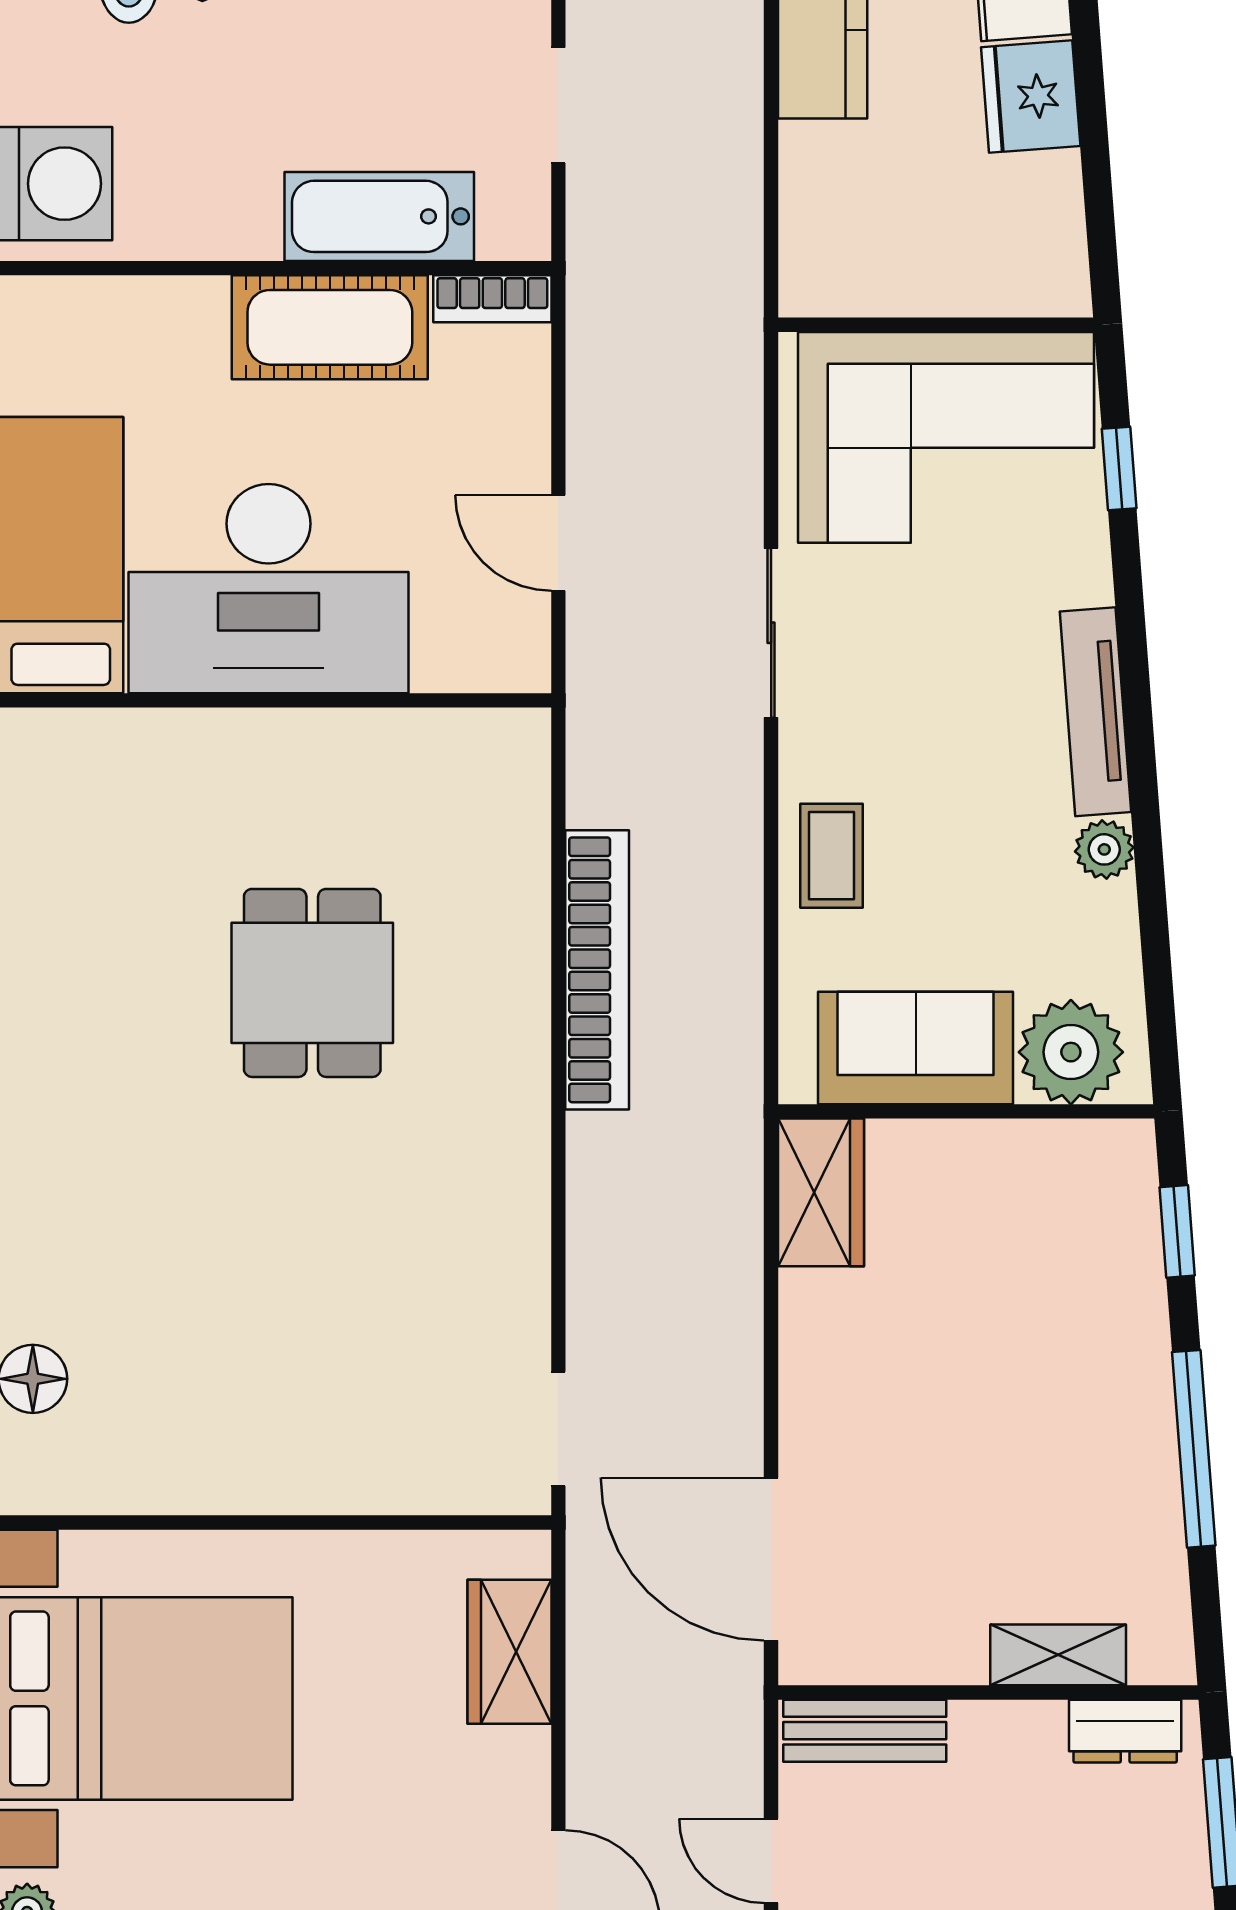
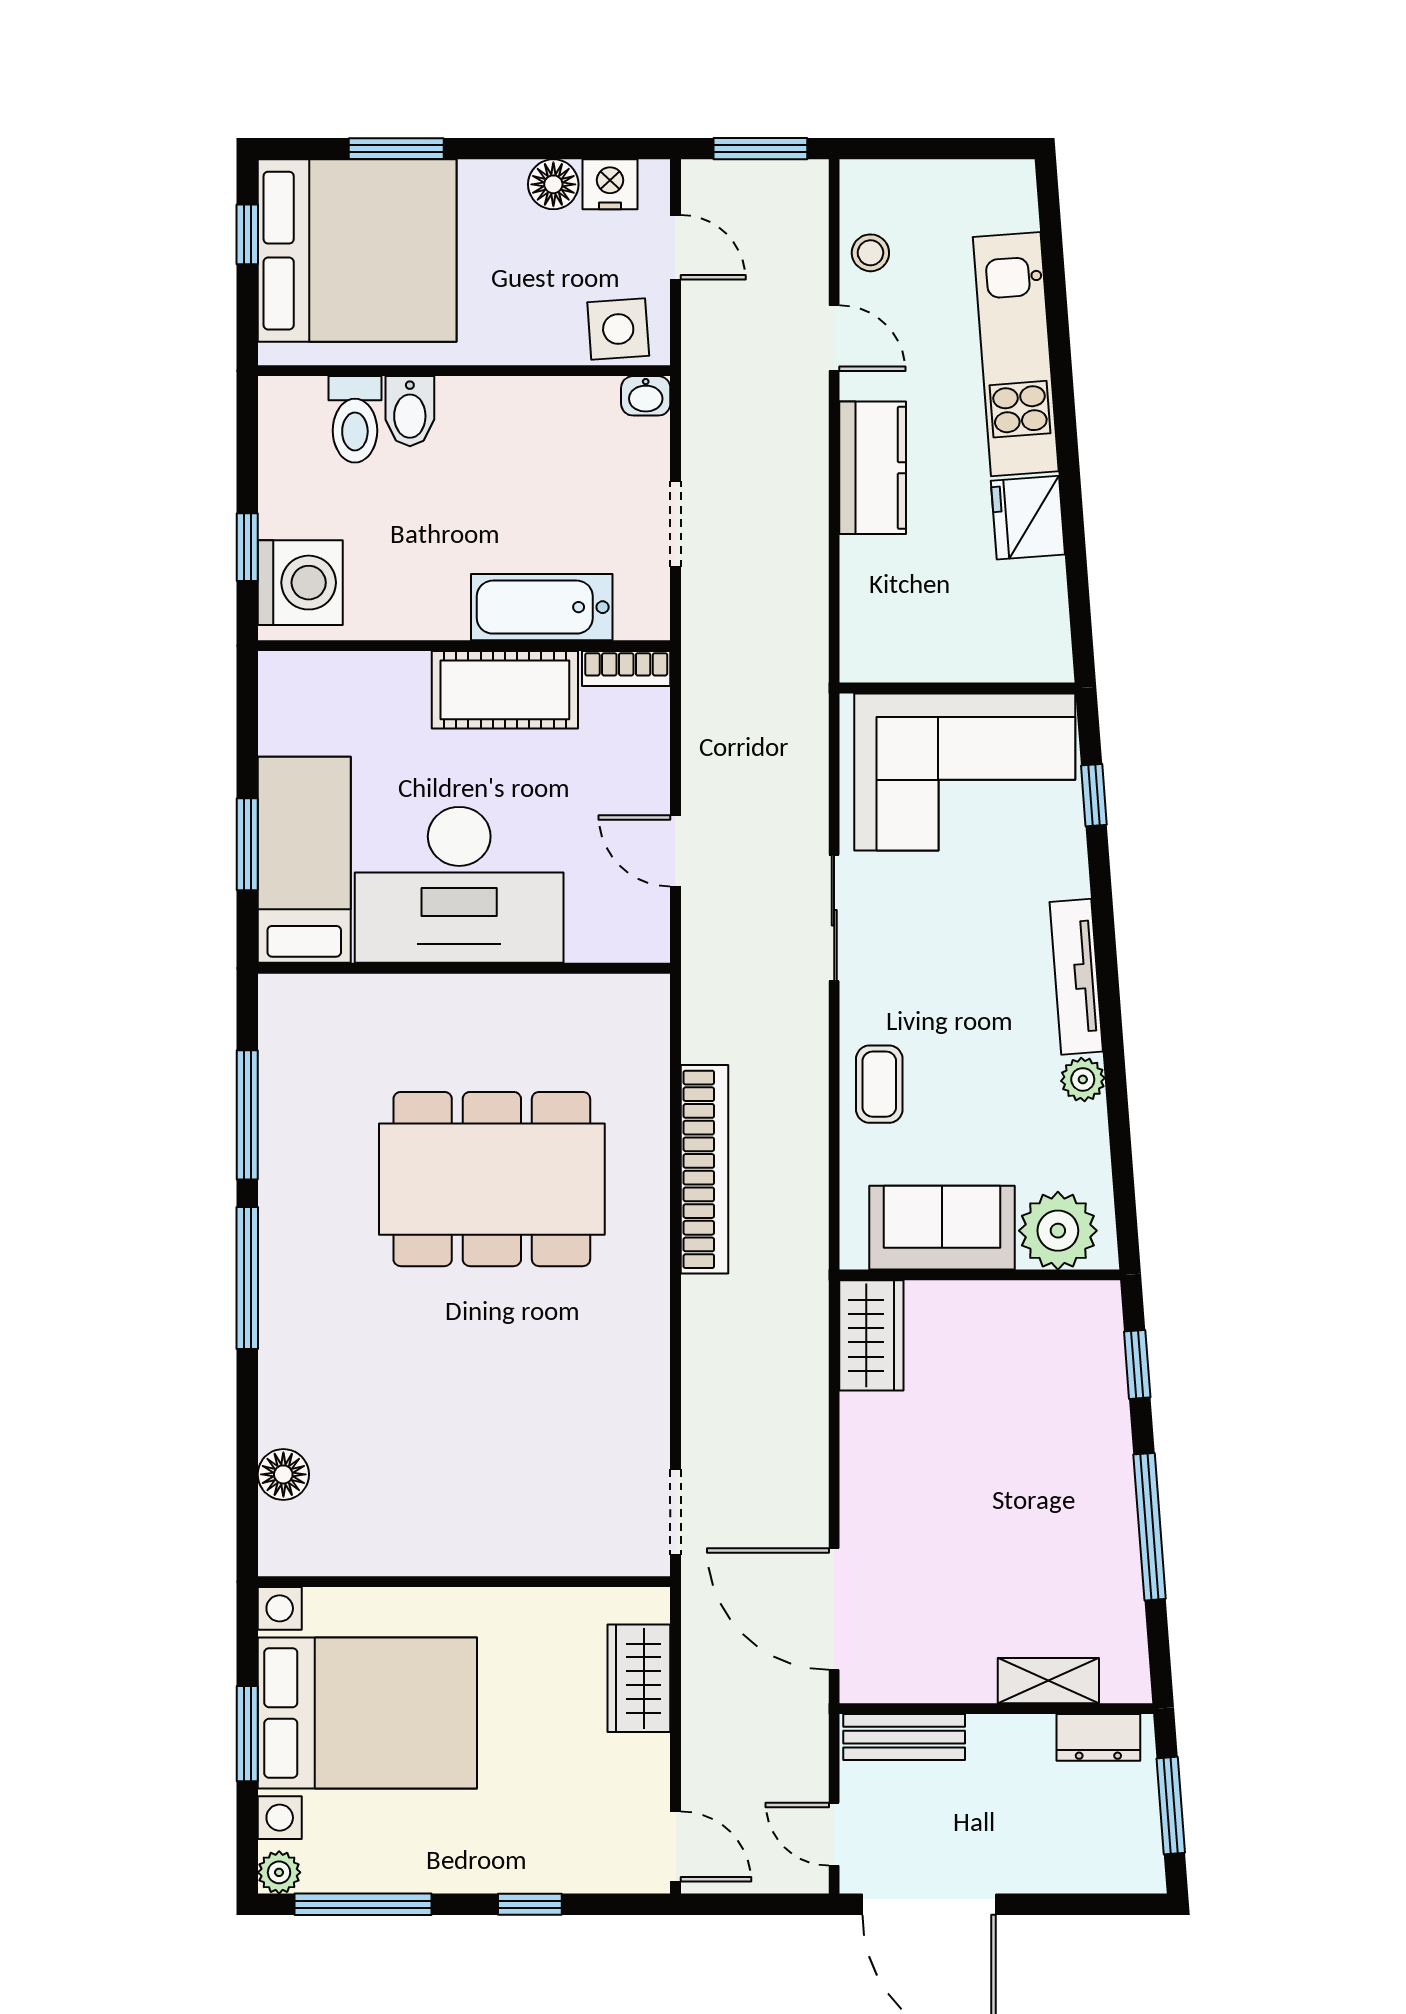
dining table: (312, 983) -> (492, 1179), width x1.88, depth x1.24

